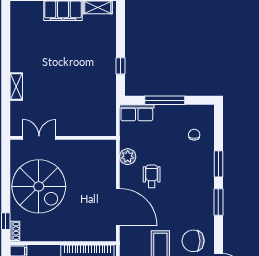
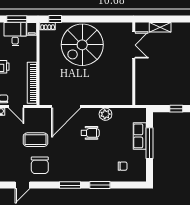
row of seats: (137, 113) -> (140, 136), moved
double door: (39, 138) -> (134, 45), moved
wall: (63, 138) -> (134, 64), moved
chair: (193, 241) -> (40, 165), turned 180

